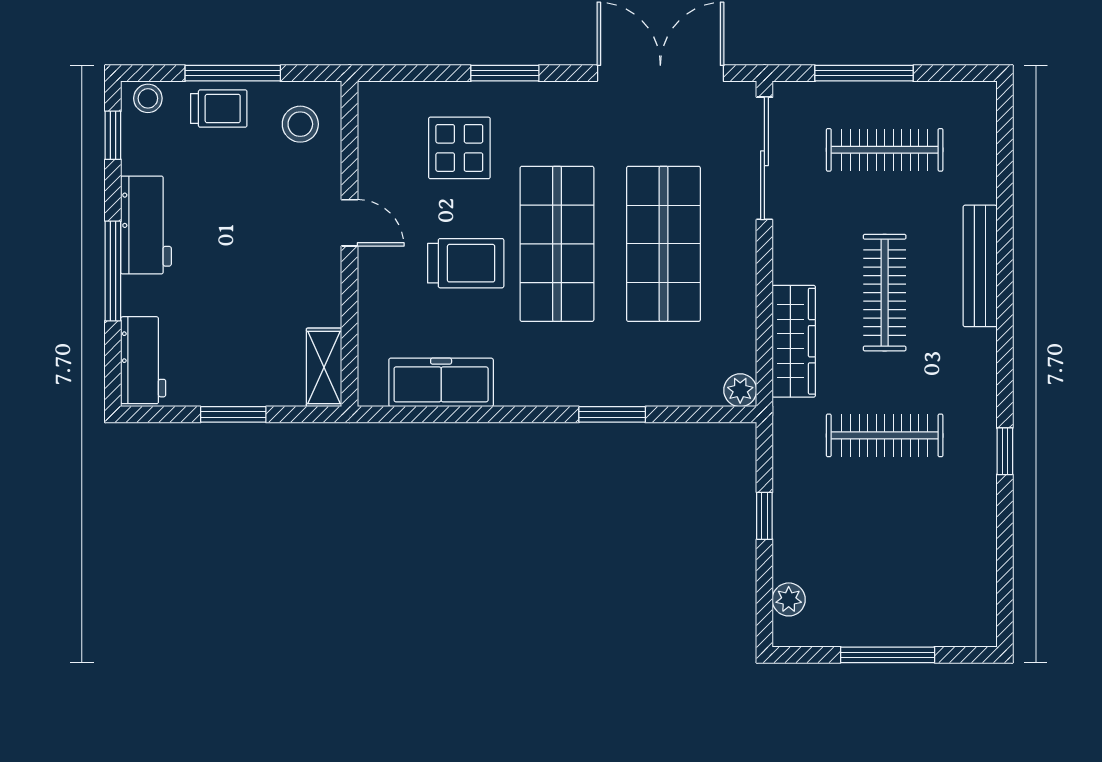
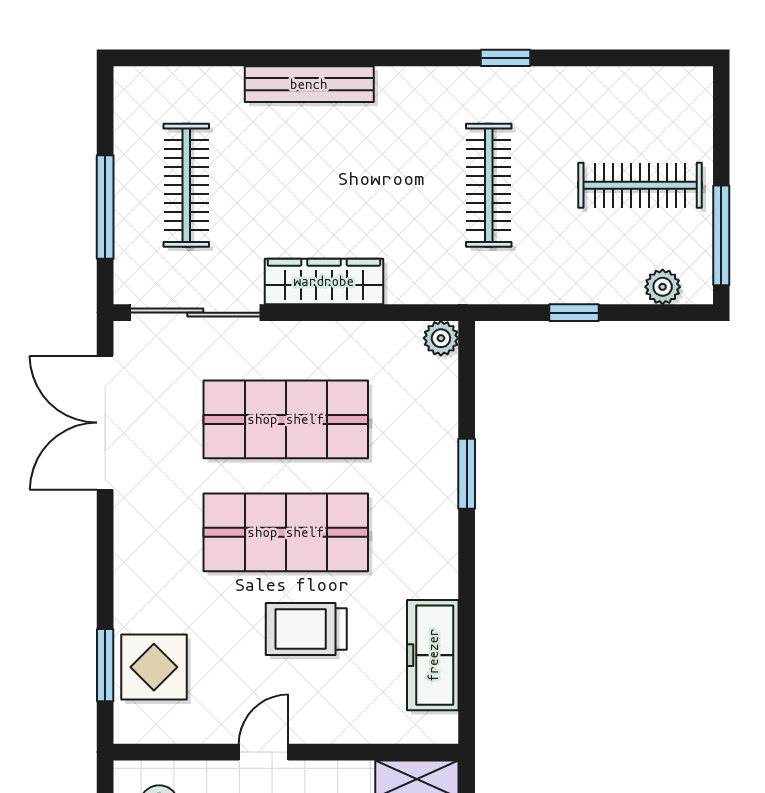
window: (505, 73) -> (105, 665), moved
display table: (459, 148) -> (154, 667), moved
trolley: (466, 263) -> (306, 629), turned -90
clothes rail: (885, 293) -> (640, 185), moved
wardrobe: (794, 341) -> (324, 281), moved
window: (888, 655) -> (721, 235), moved

